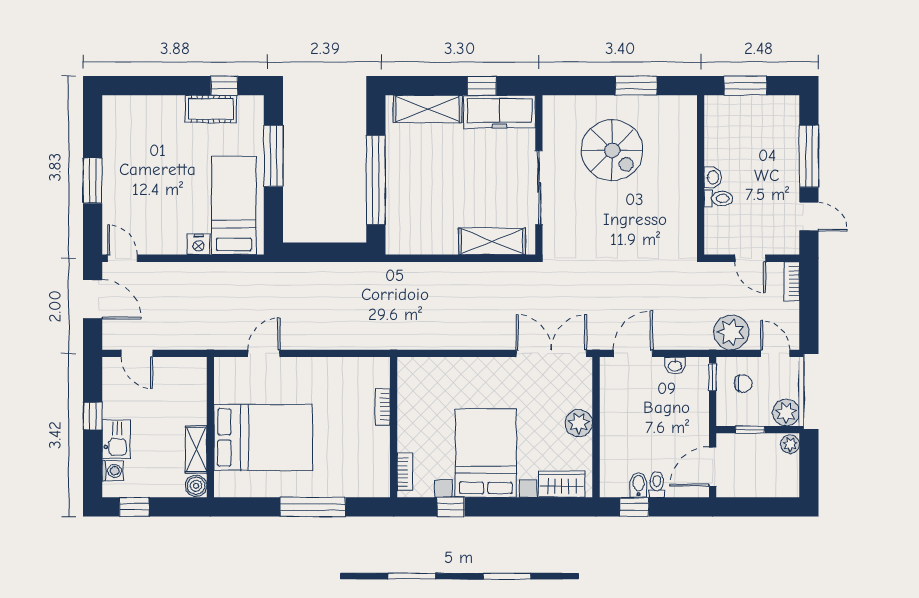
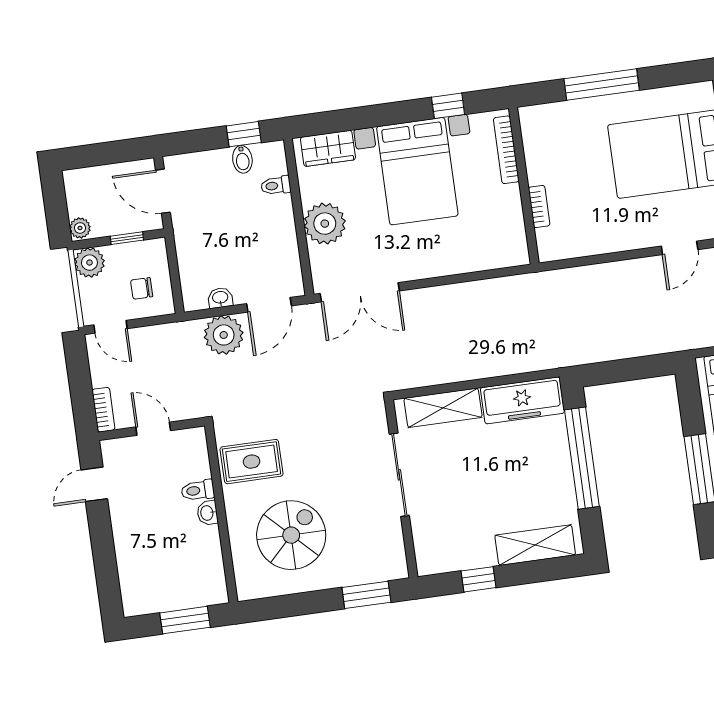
window: (636, 86) -> (366, 595), moved
freezer: (500, 112) -> (522, 400), moved, turned 180
spiral stairs: (612, 150) -> (291, 535), moved, turned 90
window: (809, 156) -> (104, 552), removed
rug: (668, 217) -> (252, 462), added
door: (809, 217) -> (94, 484), hinge flipped
plant: (731, 332) -> (224, 335), moved
window: (713, 377) -> (177, 291), removed
plant: (579, 423) -> (325, 224), width x1.36, depth x1.36
door: (713, 467) -> (163, 191), swing flipped
bookcase: (405, 472) -> (506, 150), width x1.56
toilet: (657, 485) -> (276, 186), moved, turned 90

